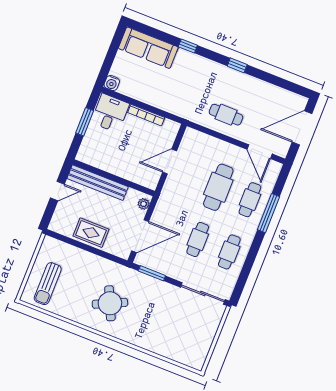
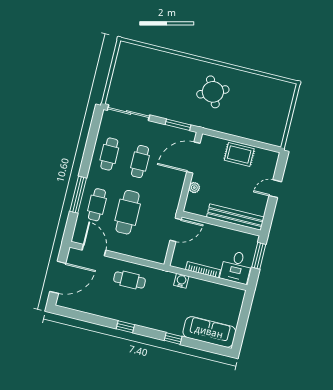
water cooler: (112, 83) -> (181, 281), moved
wall: (114, 178) -> (221, 224), moved
bench: (98, 183) -> (235, 217), moved
sun lounger: (48, 284) -> (273, 102), removed

